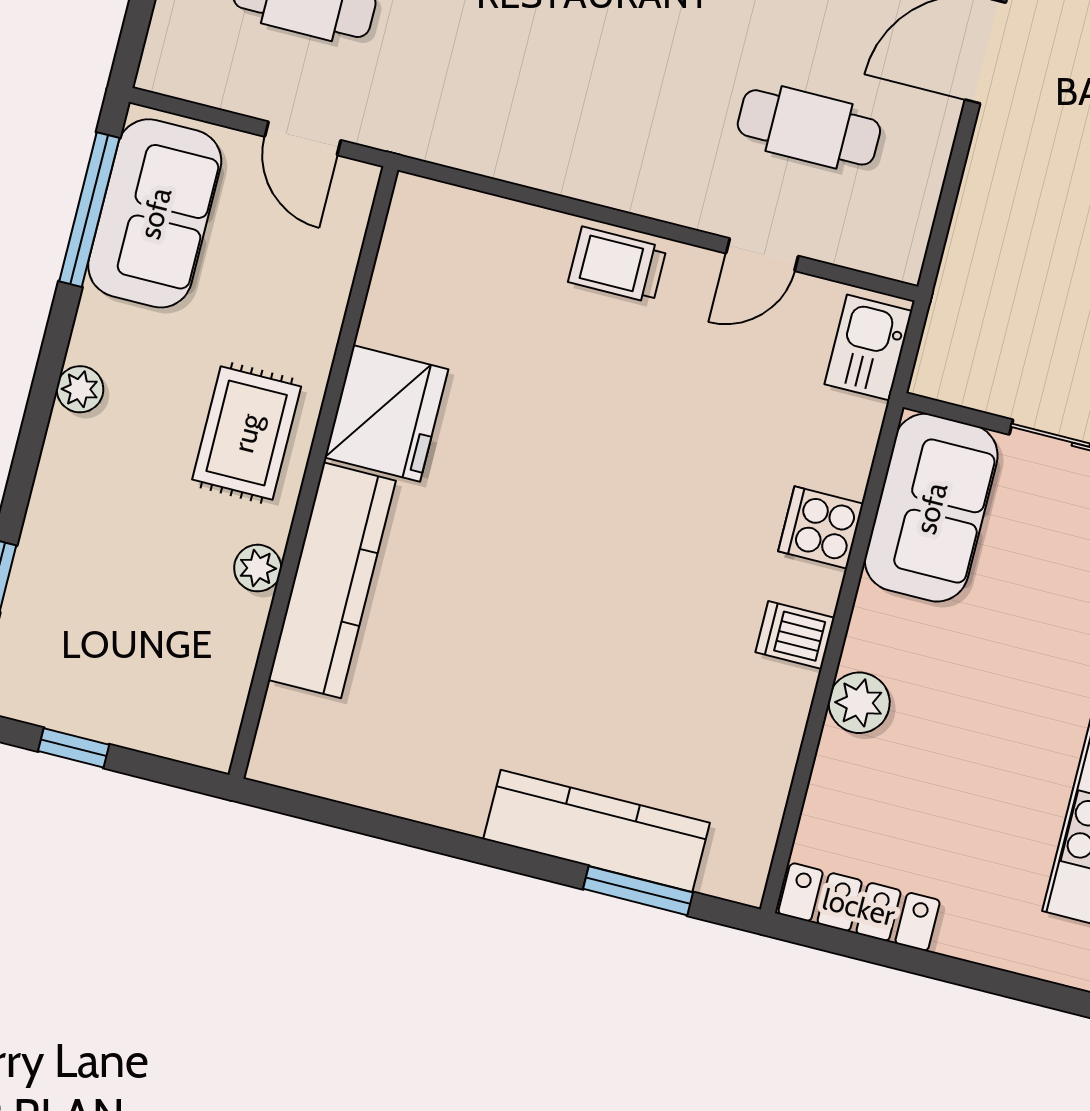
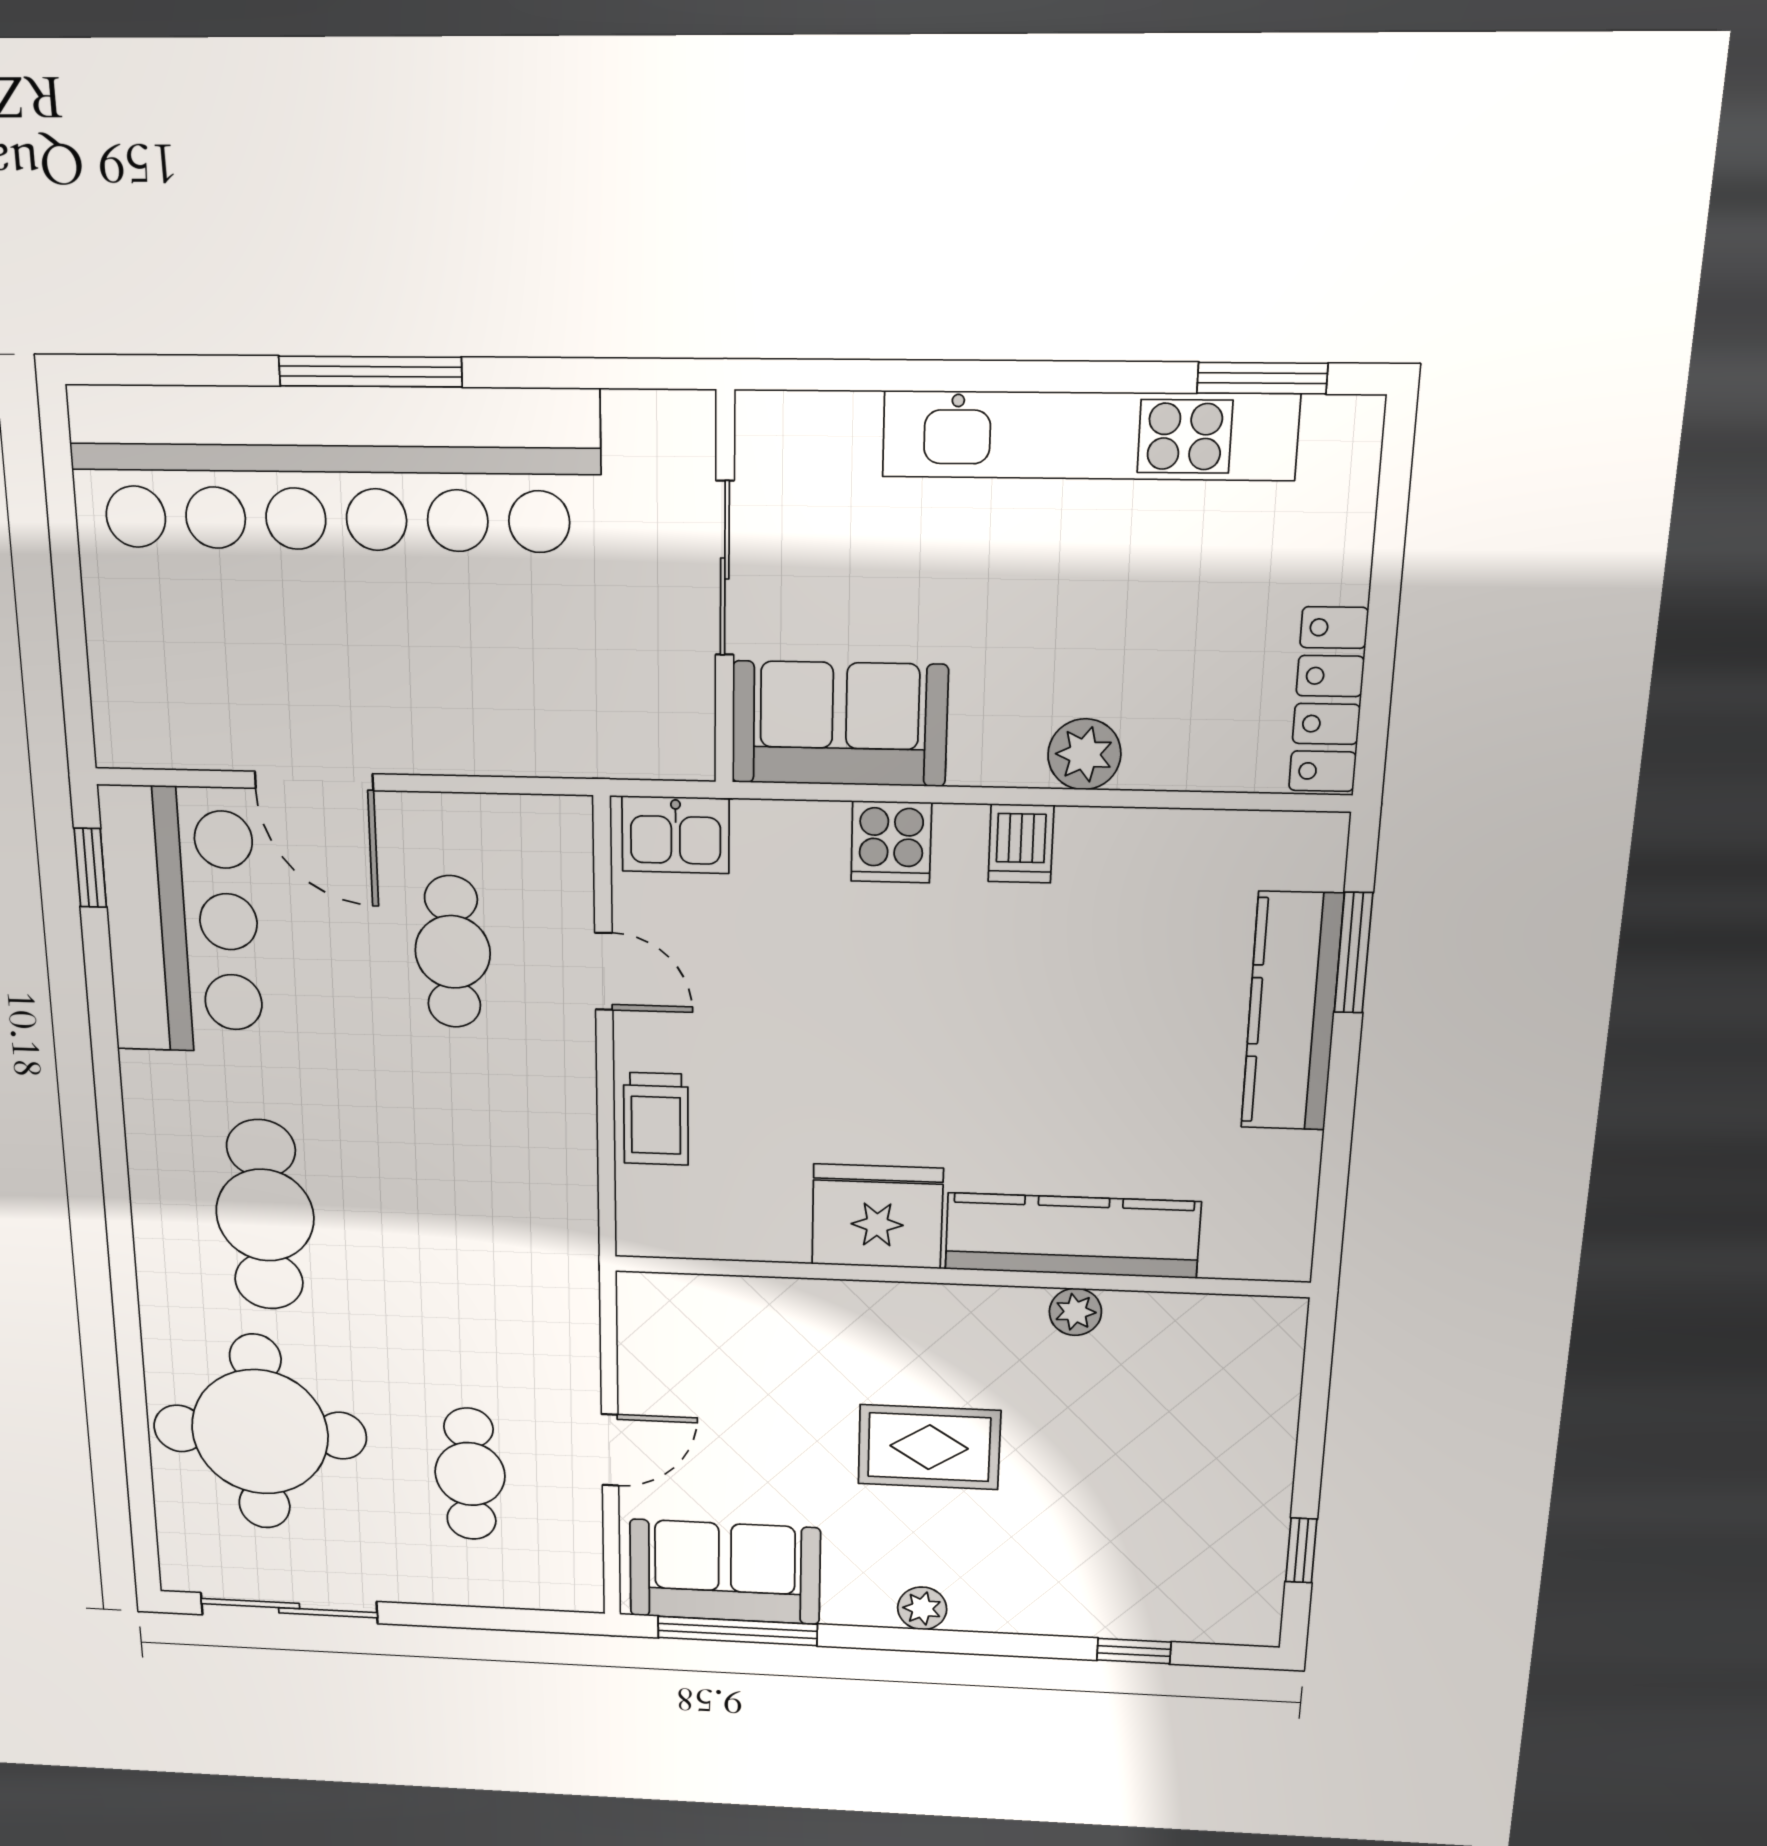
fridge: (386, 413) -> (877, 1216), moved
wall: (313, 472) -> (959, 1277), moved
plant: (258, 568) -> (1075, 1312), moved
kitchen counter: (332, 580) -> (1072, 1236), moved

